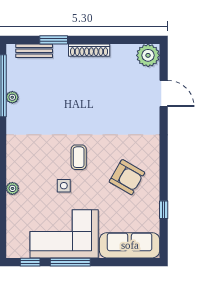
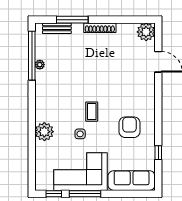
window: (54, 40) -> (72, 20), width x1.44
armchair: (127, 177) -> (130, 127), turned -120
plant: (12, 188) -> (44, 132), width x1.88, depth x1.88

